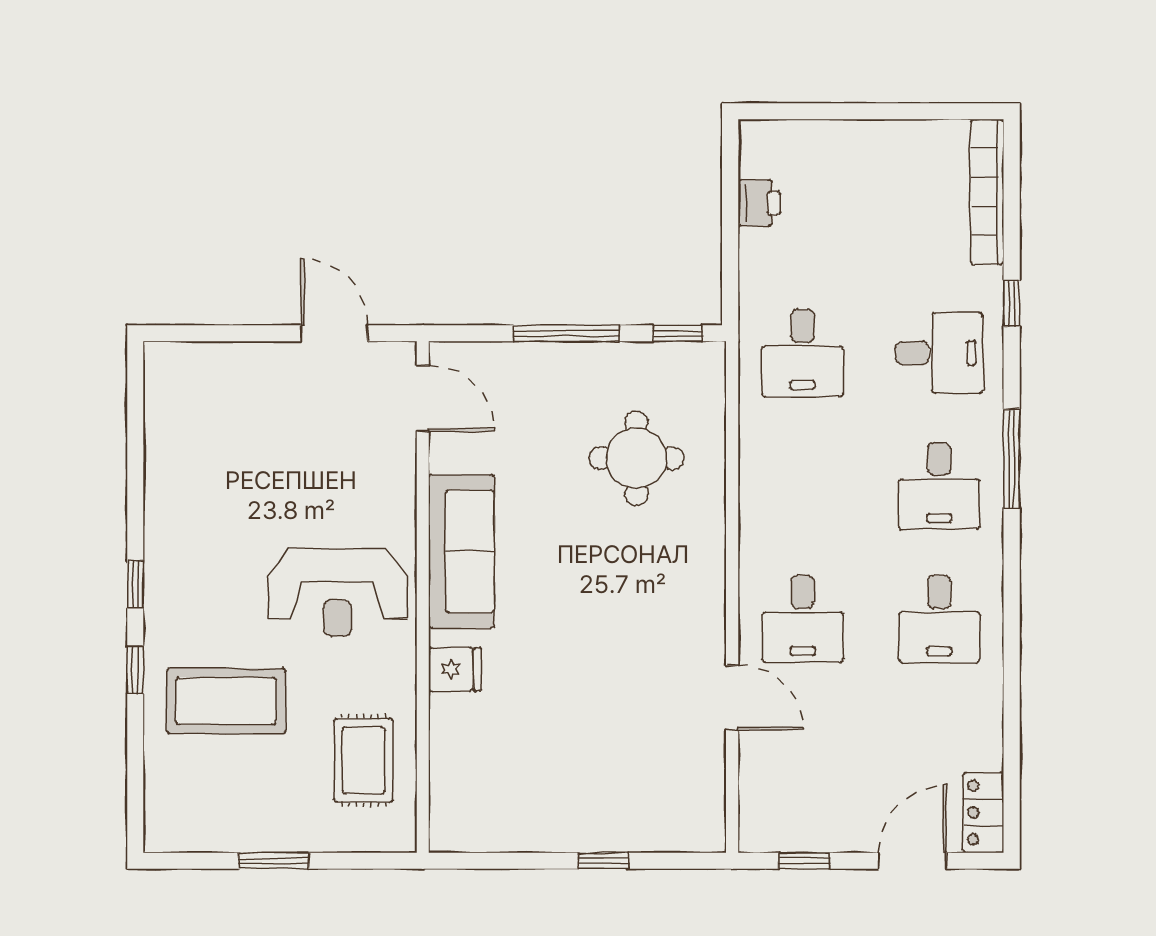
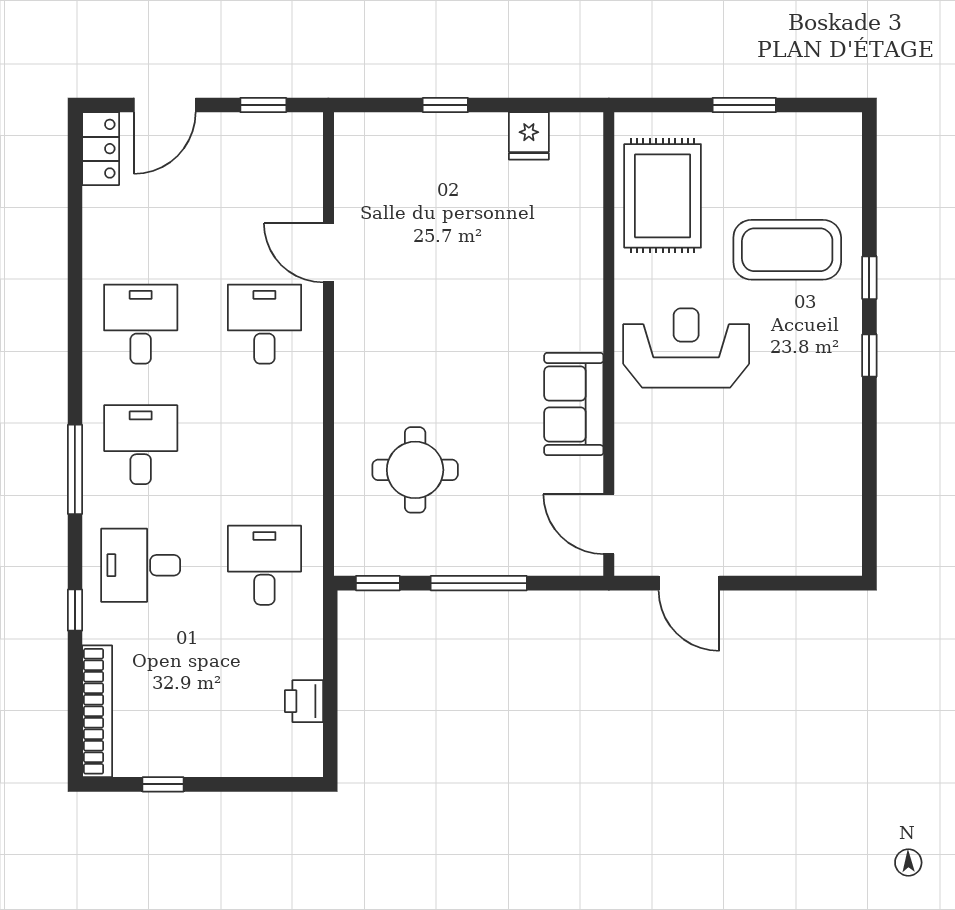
window: (914, 111) -> (163, 784), added
sofa: (461, 551) -> (574, 404), width x0.73
fridge: (455, 669) -> (529, 136), moved, turned -90
rug: (363, 760) -> (663, 196), width x1.36, depth x1.43

